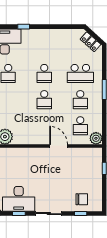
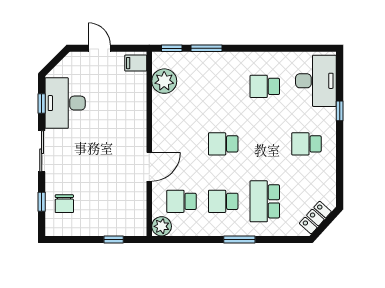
school desk: (44, 74) -> (307, 144), moved

